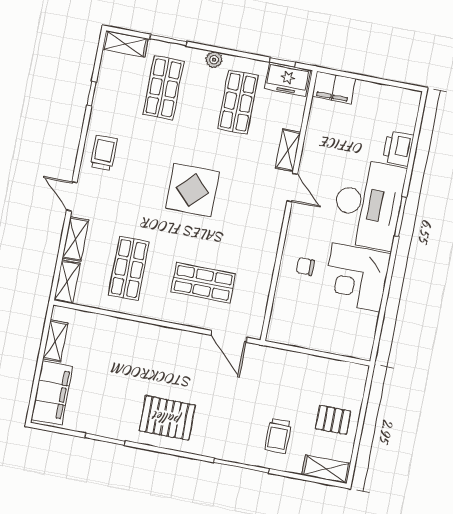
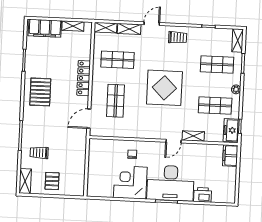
display table: (192, 190) -> (164, 88), width x1.36, depth x1.36
locker: (153, 335) -> (84, 78), added

